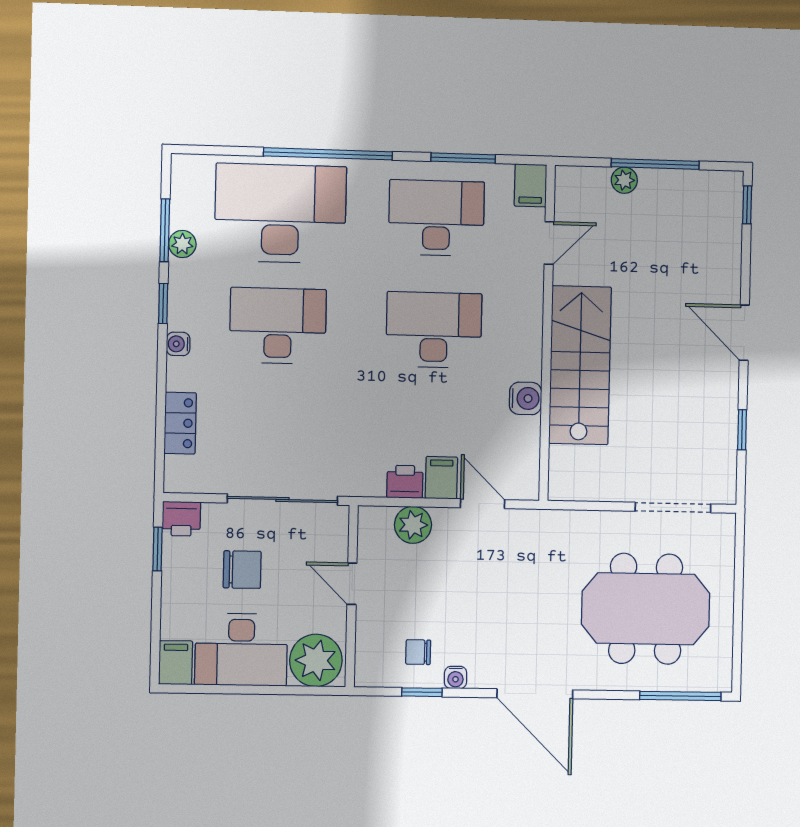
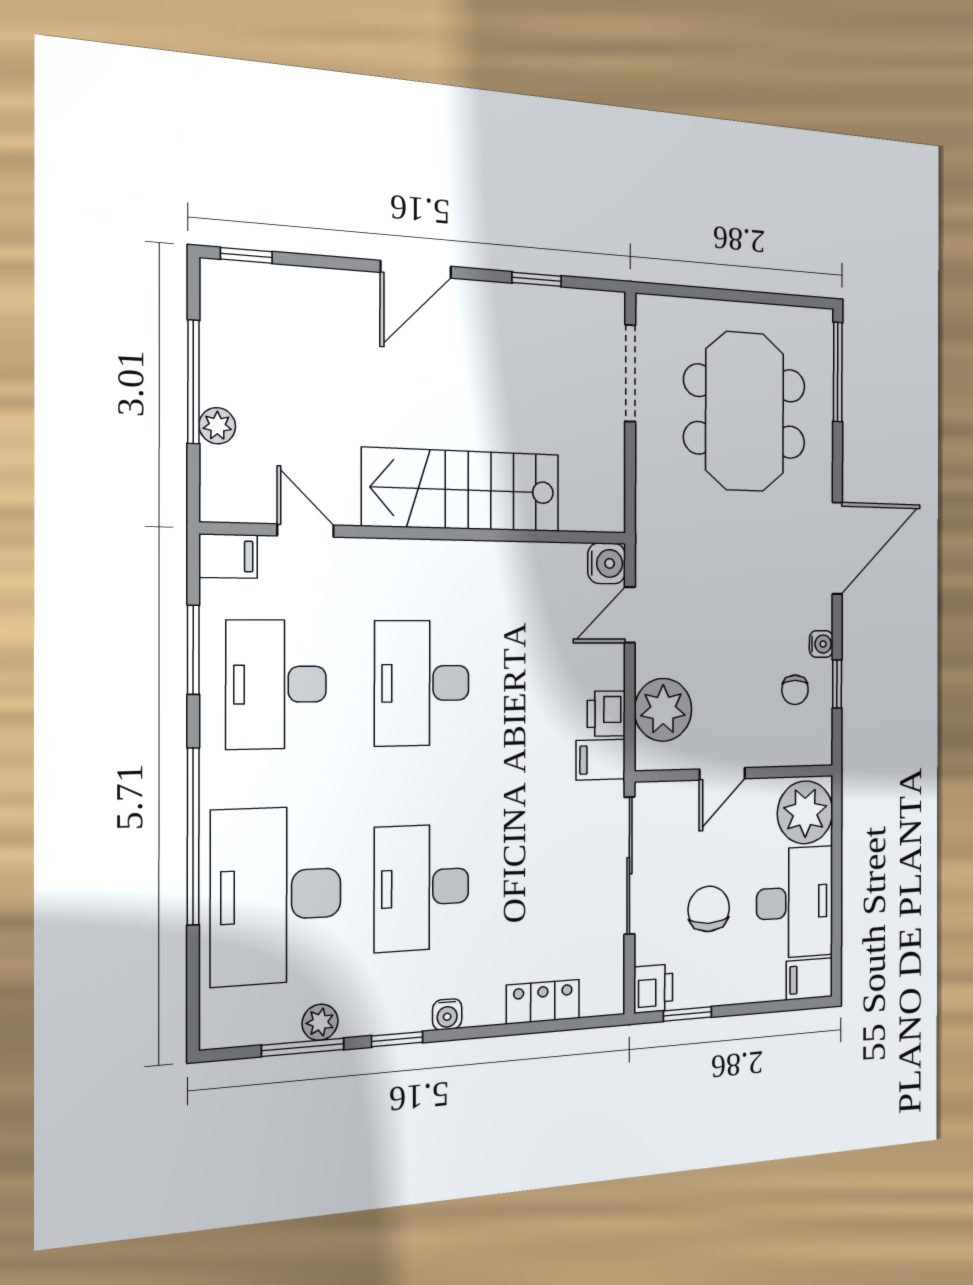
water cooler: (525, 398) -> (607, 563), moved, turned 90
filing cabinet: (441, 478) -> (601, 760), moved
plant: (413, 525) -> (663, 710), width x1.36, depth x1.36

